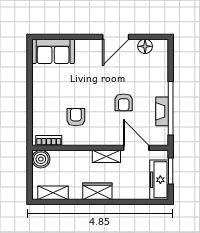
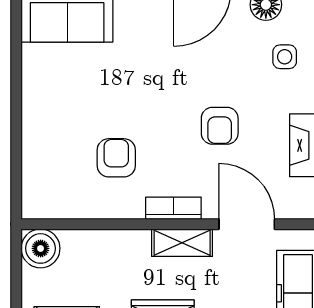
side table: (154, 70) -> (285, 57), added
bookcase: (49, 140) -> (173, 208), moved

